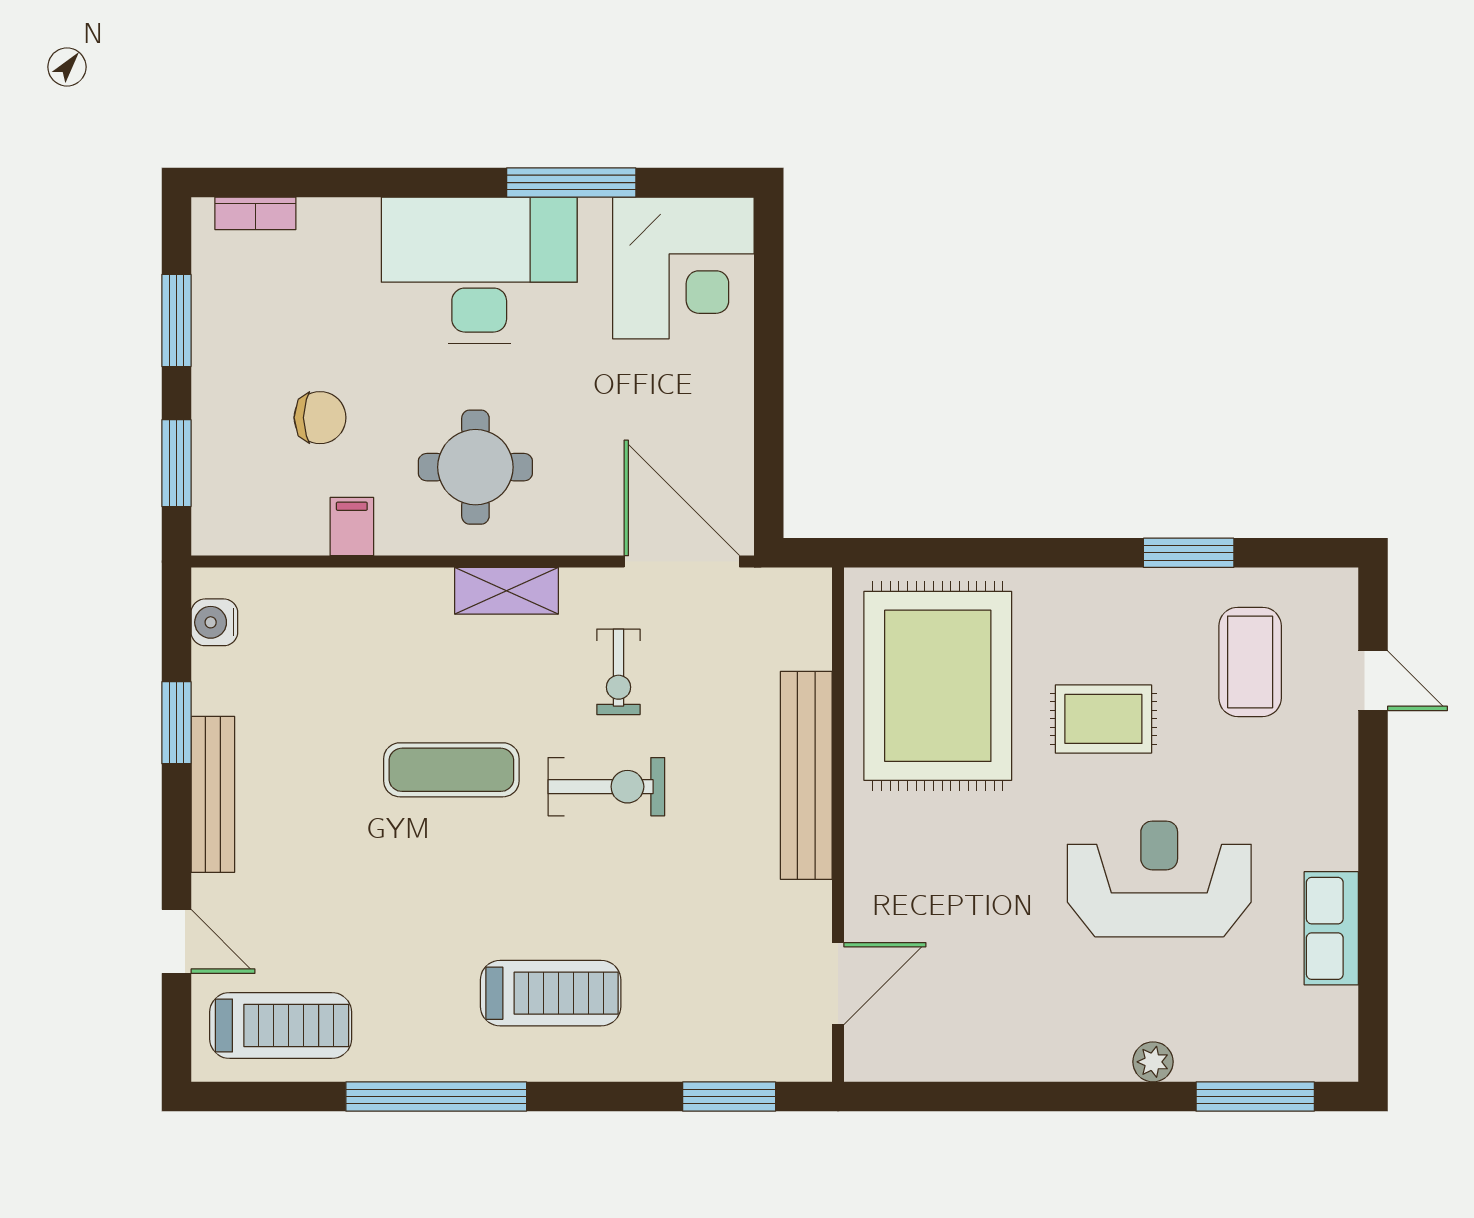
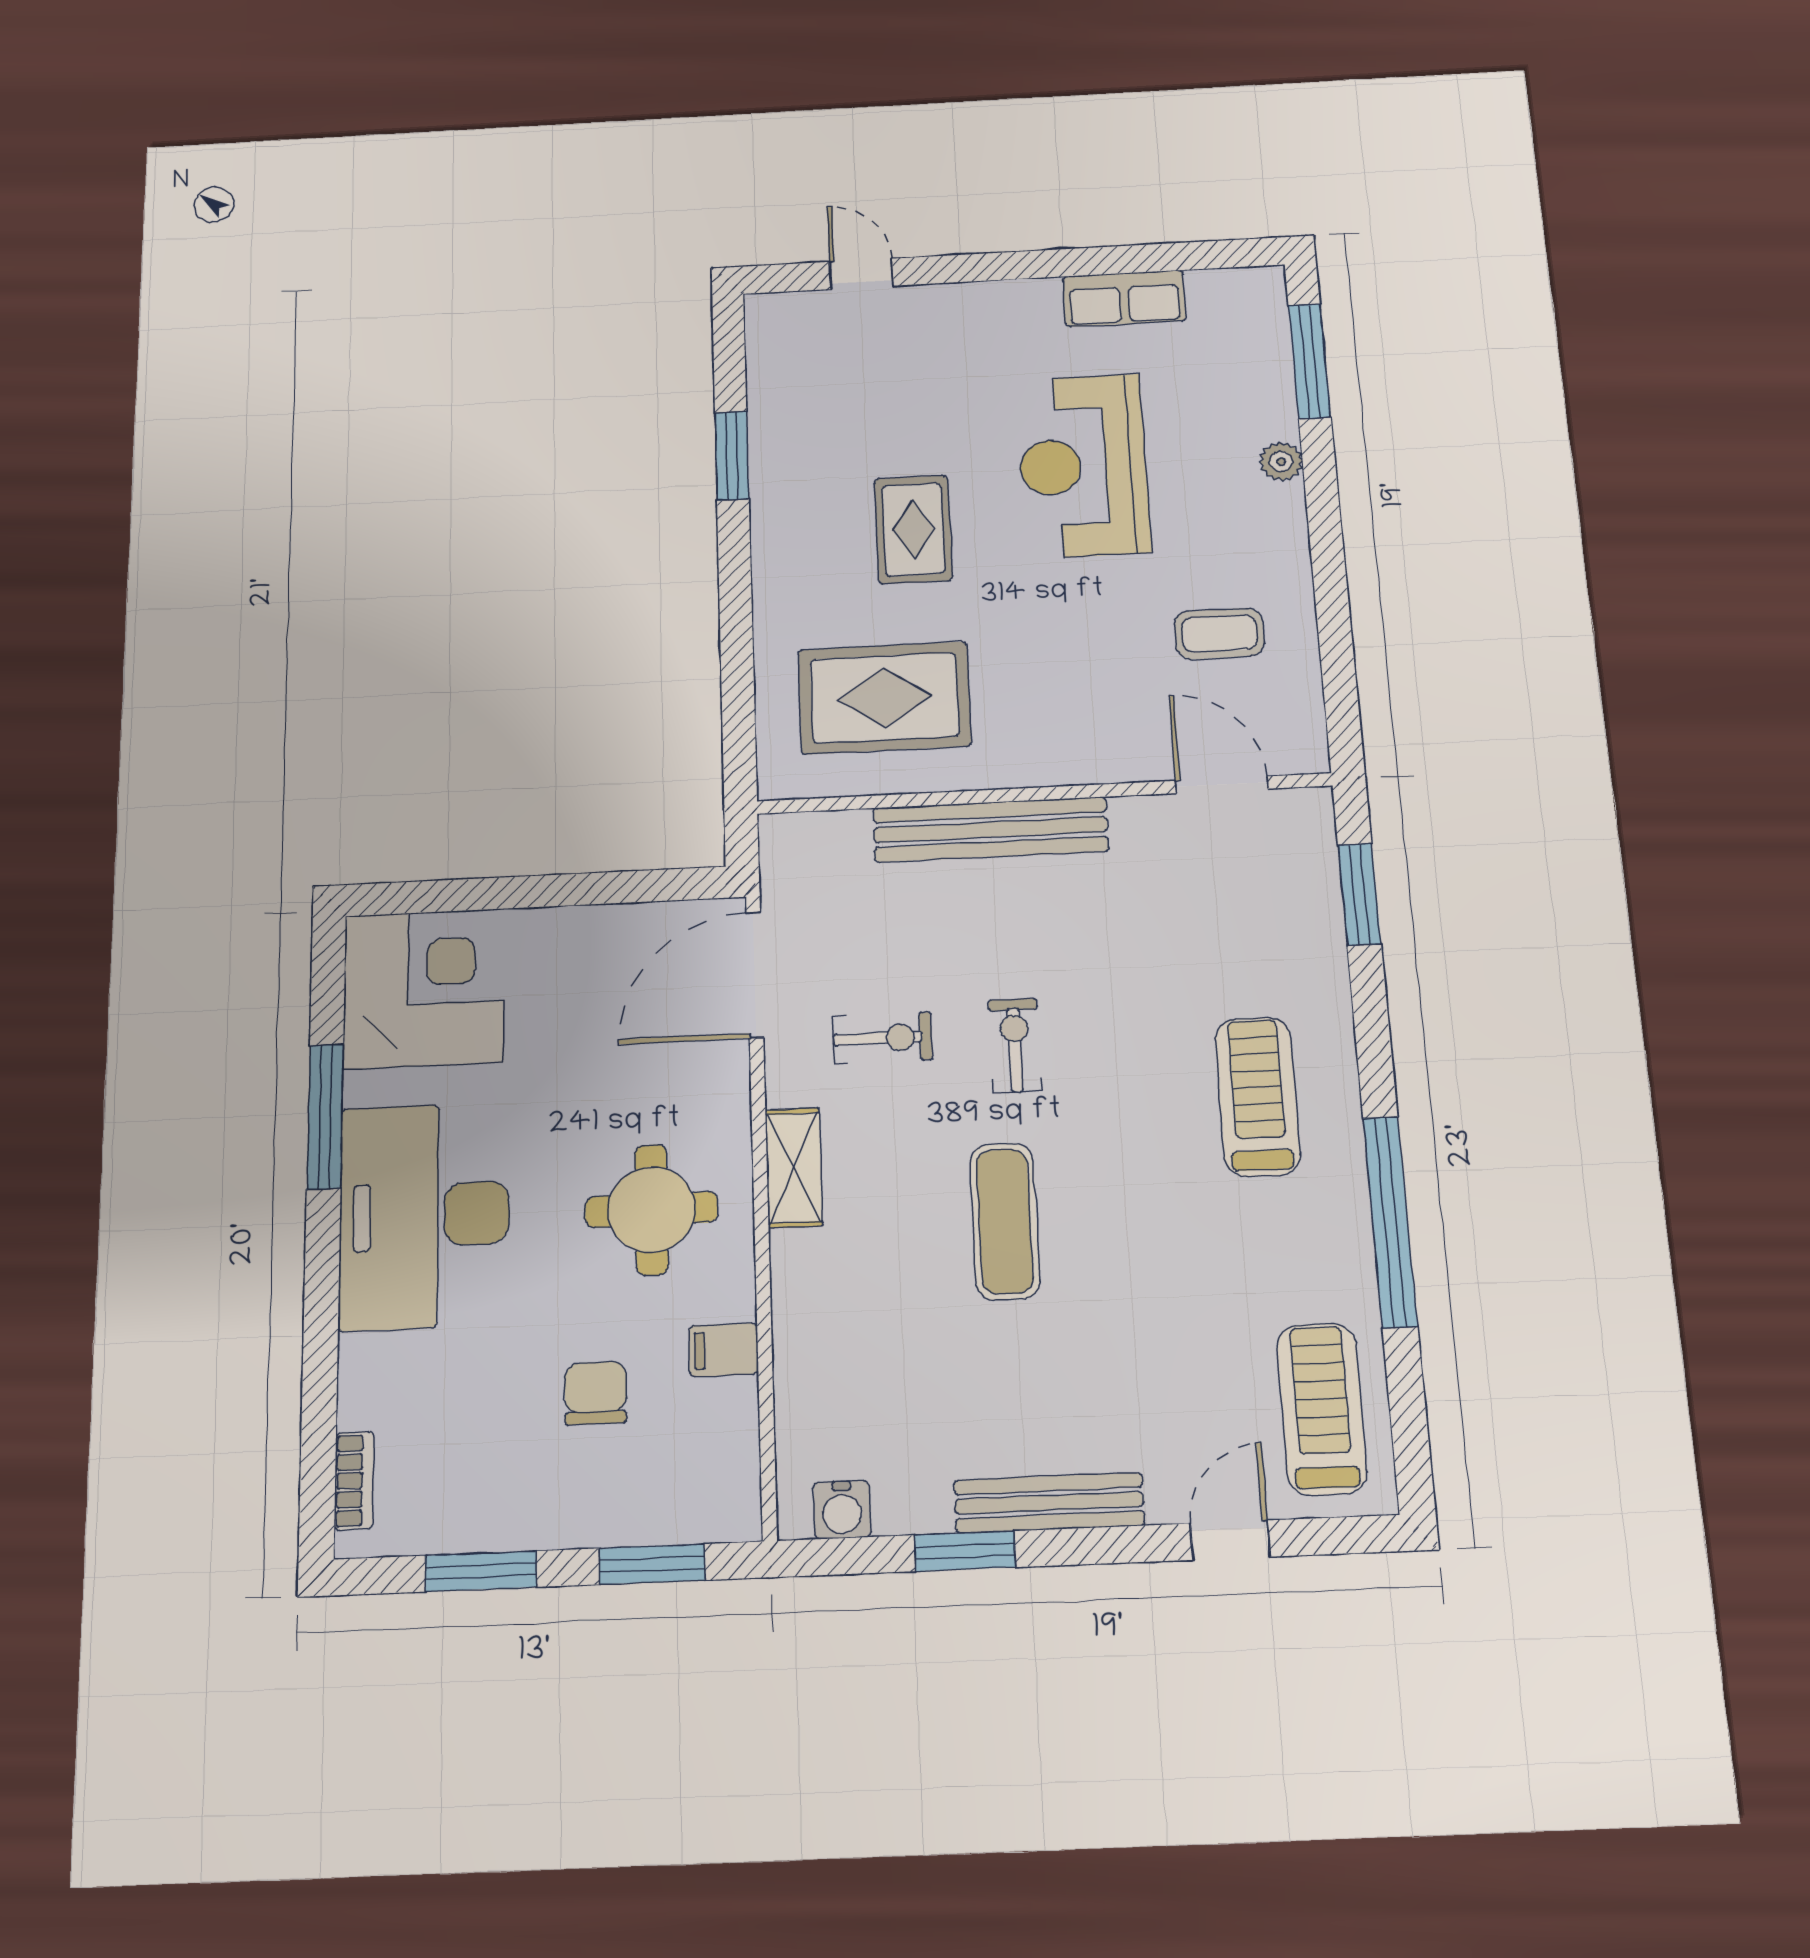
coffee table: (1250, 662) -> (1219, 634), moved, width x0.73, depth x0.77
door: (1373, 681) -> (861, 274), hinge flipped
rug: (938, 686) -> (884, 698), width x0.73, depth x0.69
exercise bike: (606, 787) -> (1015, 1045), width x0.73, depth x0.72

